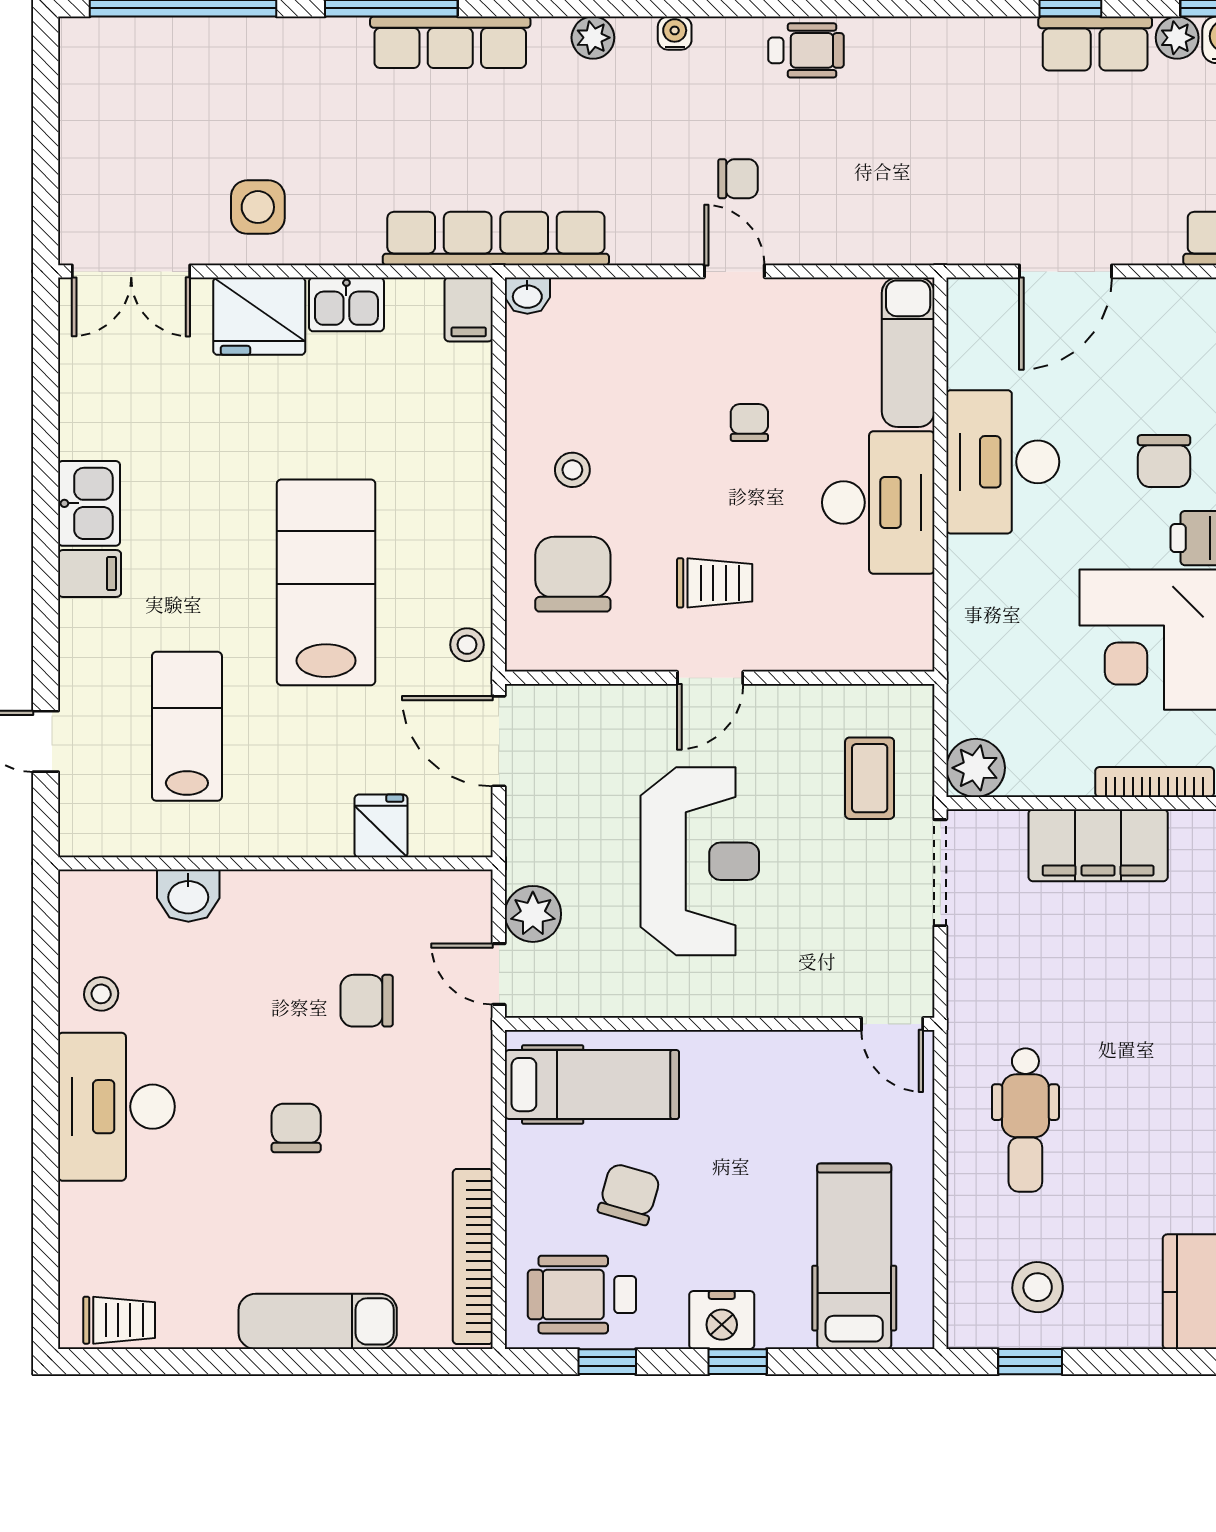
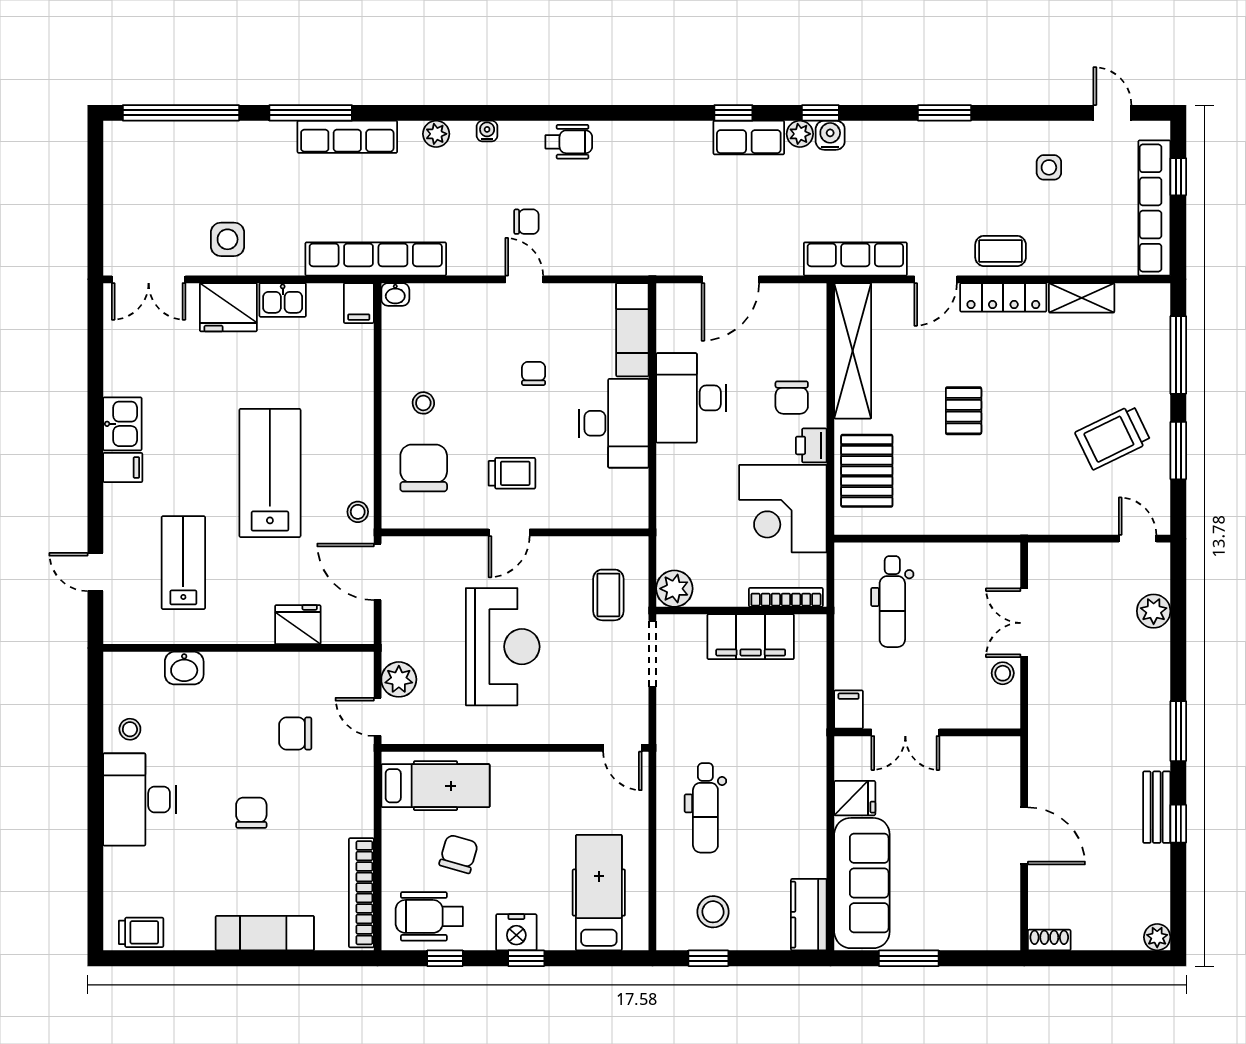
fridge: (381, 826) -> (298, 625), width x1.38

